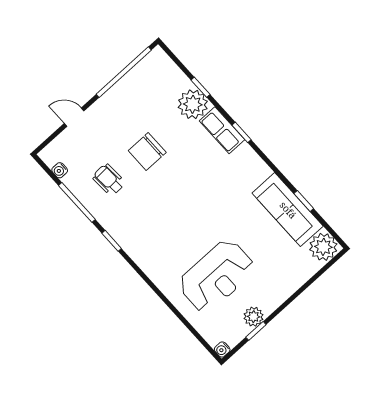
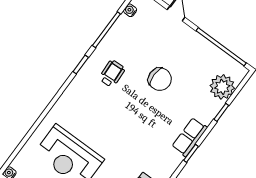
plant: (193, 104) -> (222, 87), moved
chair: (147, 152) -> (160, 79), turned 180
wheelchair: (109, 180) -> (112, 74), moved

